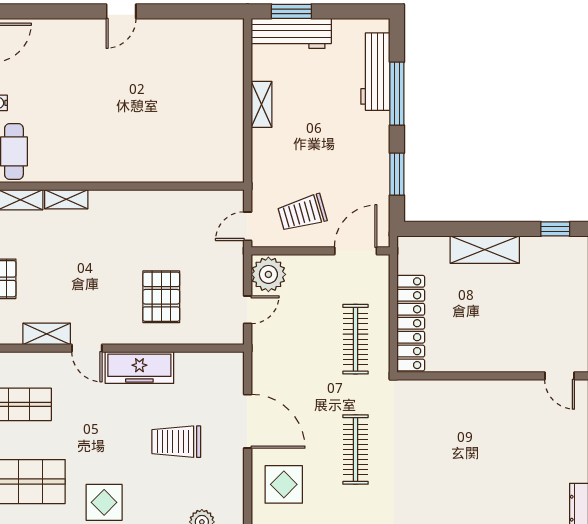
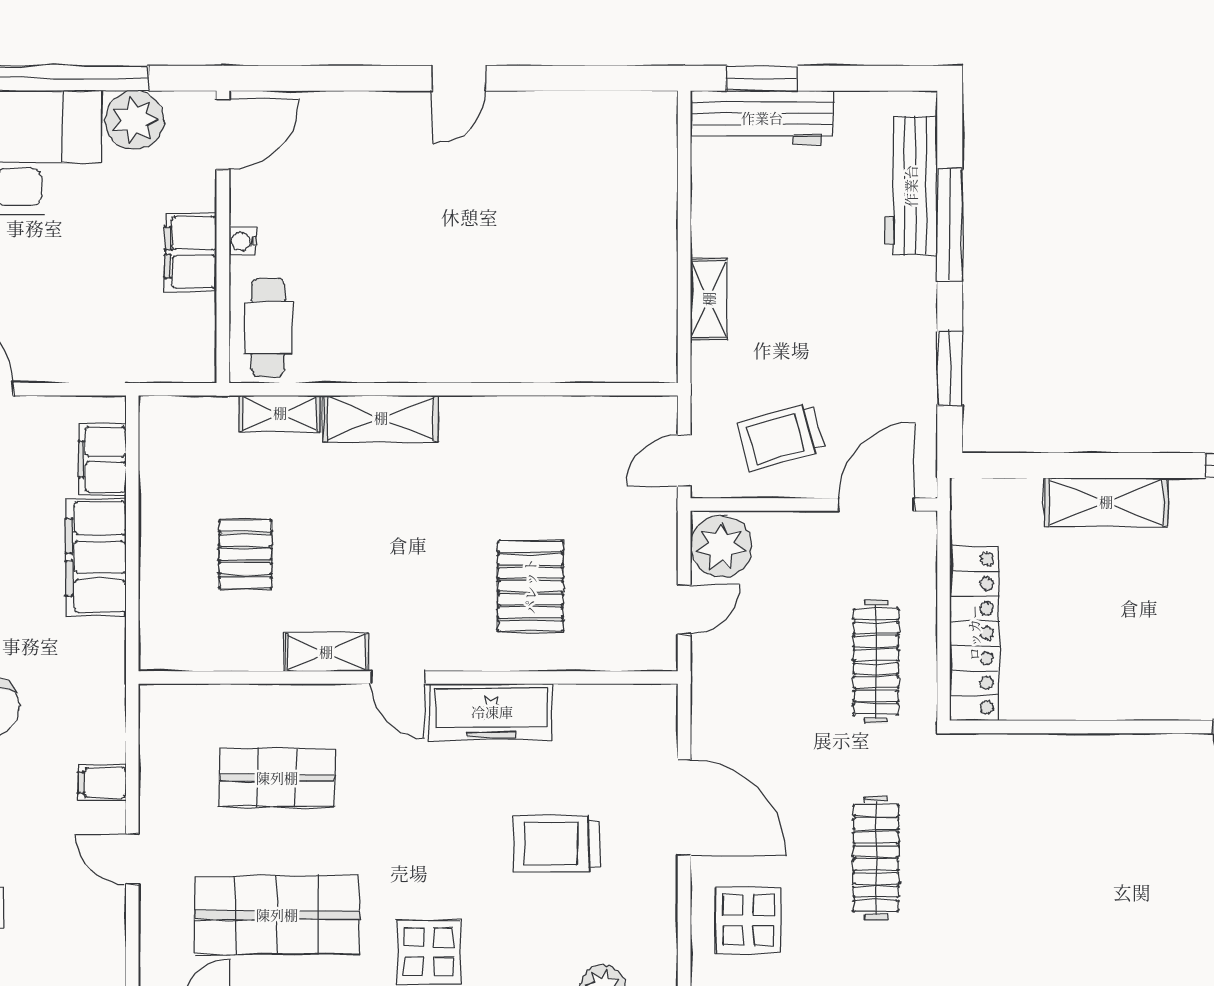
shelving: (261, 104) -> (709, 299), moved
shelving: (66, 199) -> (381, 418), width x1.50, depth x1.33

